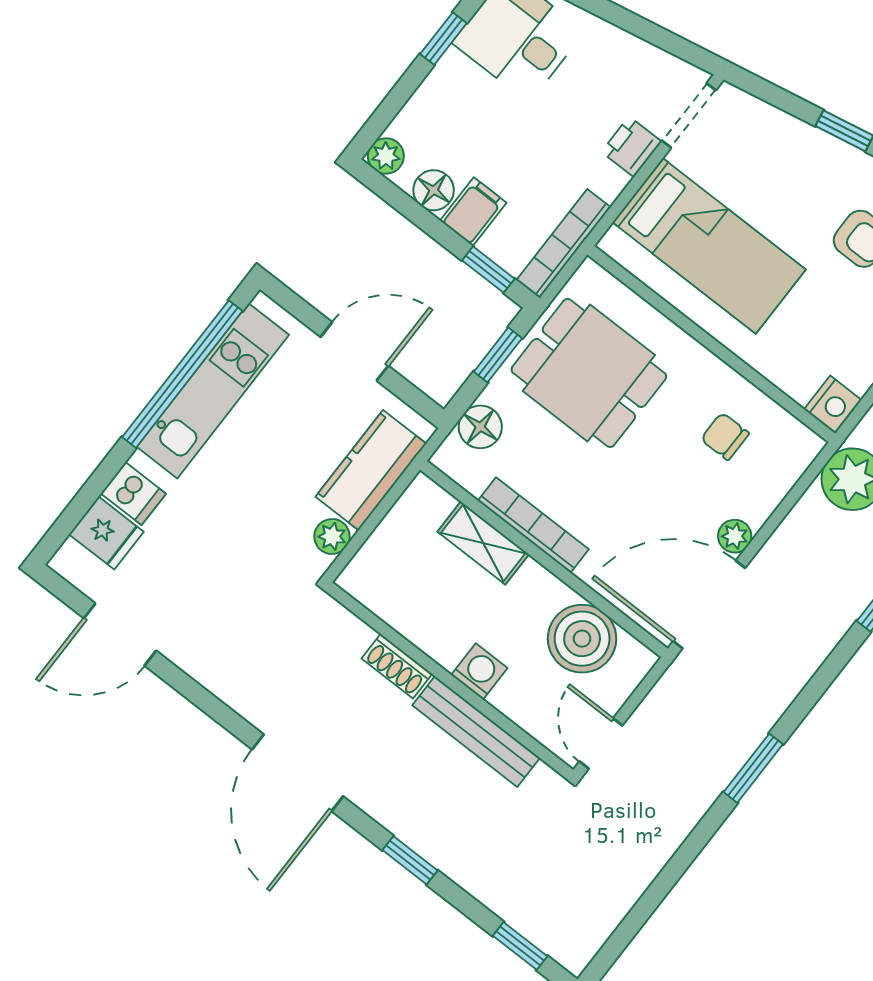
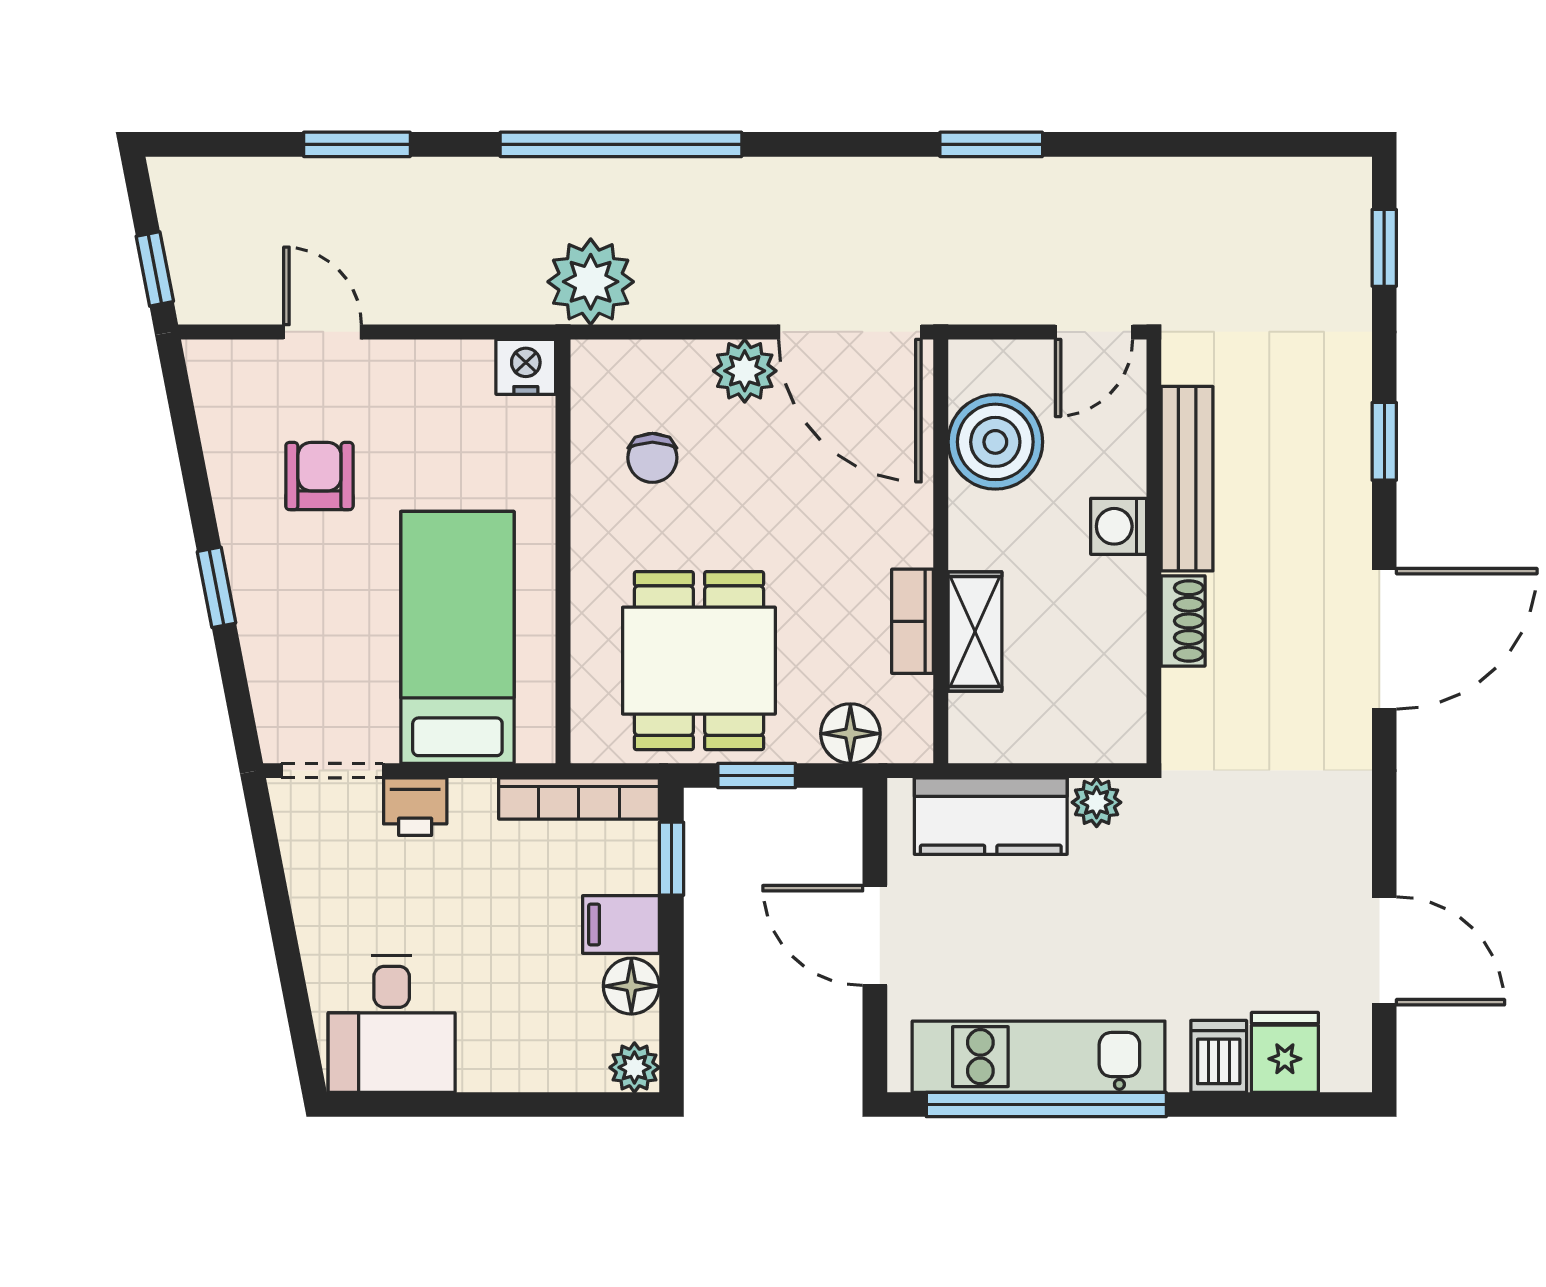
window: (443, 39) -> (457, 1104), removed
bookcase: (533, 525) -> (913, 621), width x0.64
plant: (735, 536) -> (745, 371), width x1.38, depth x1.38

